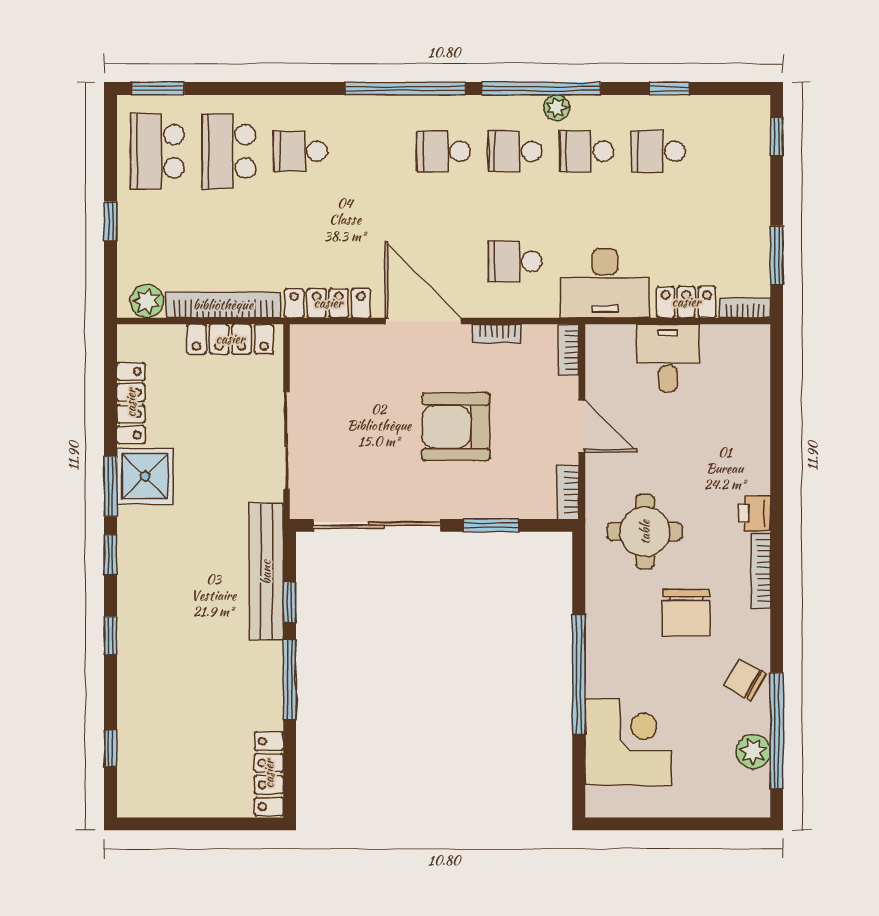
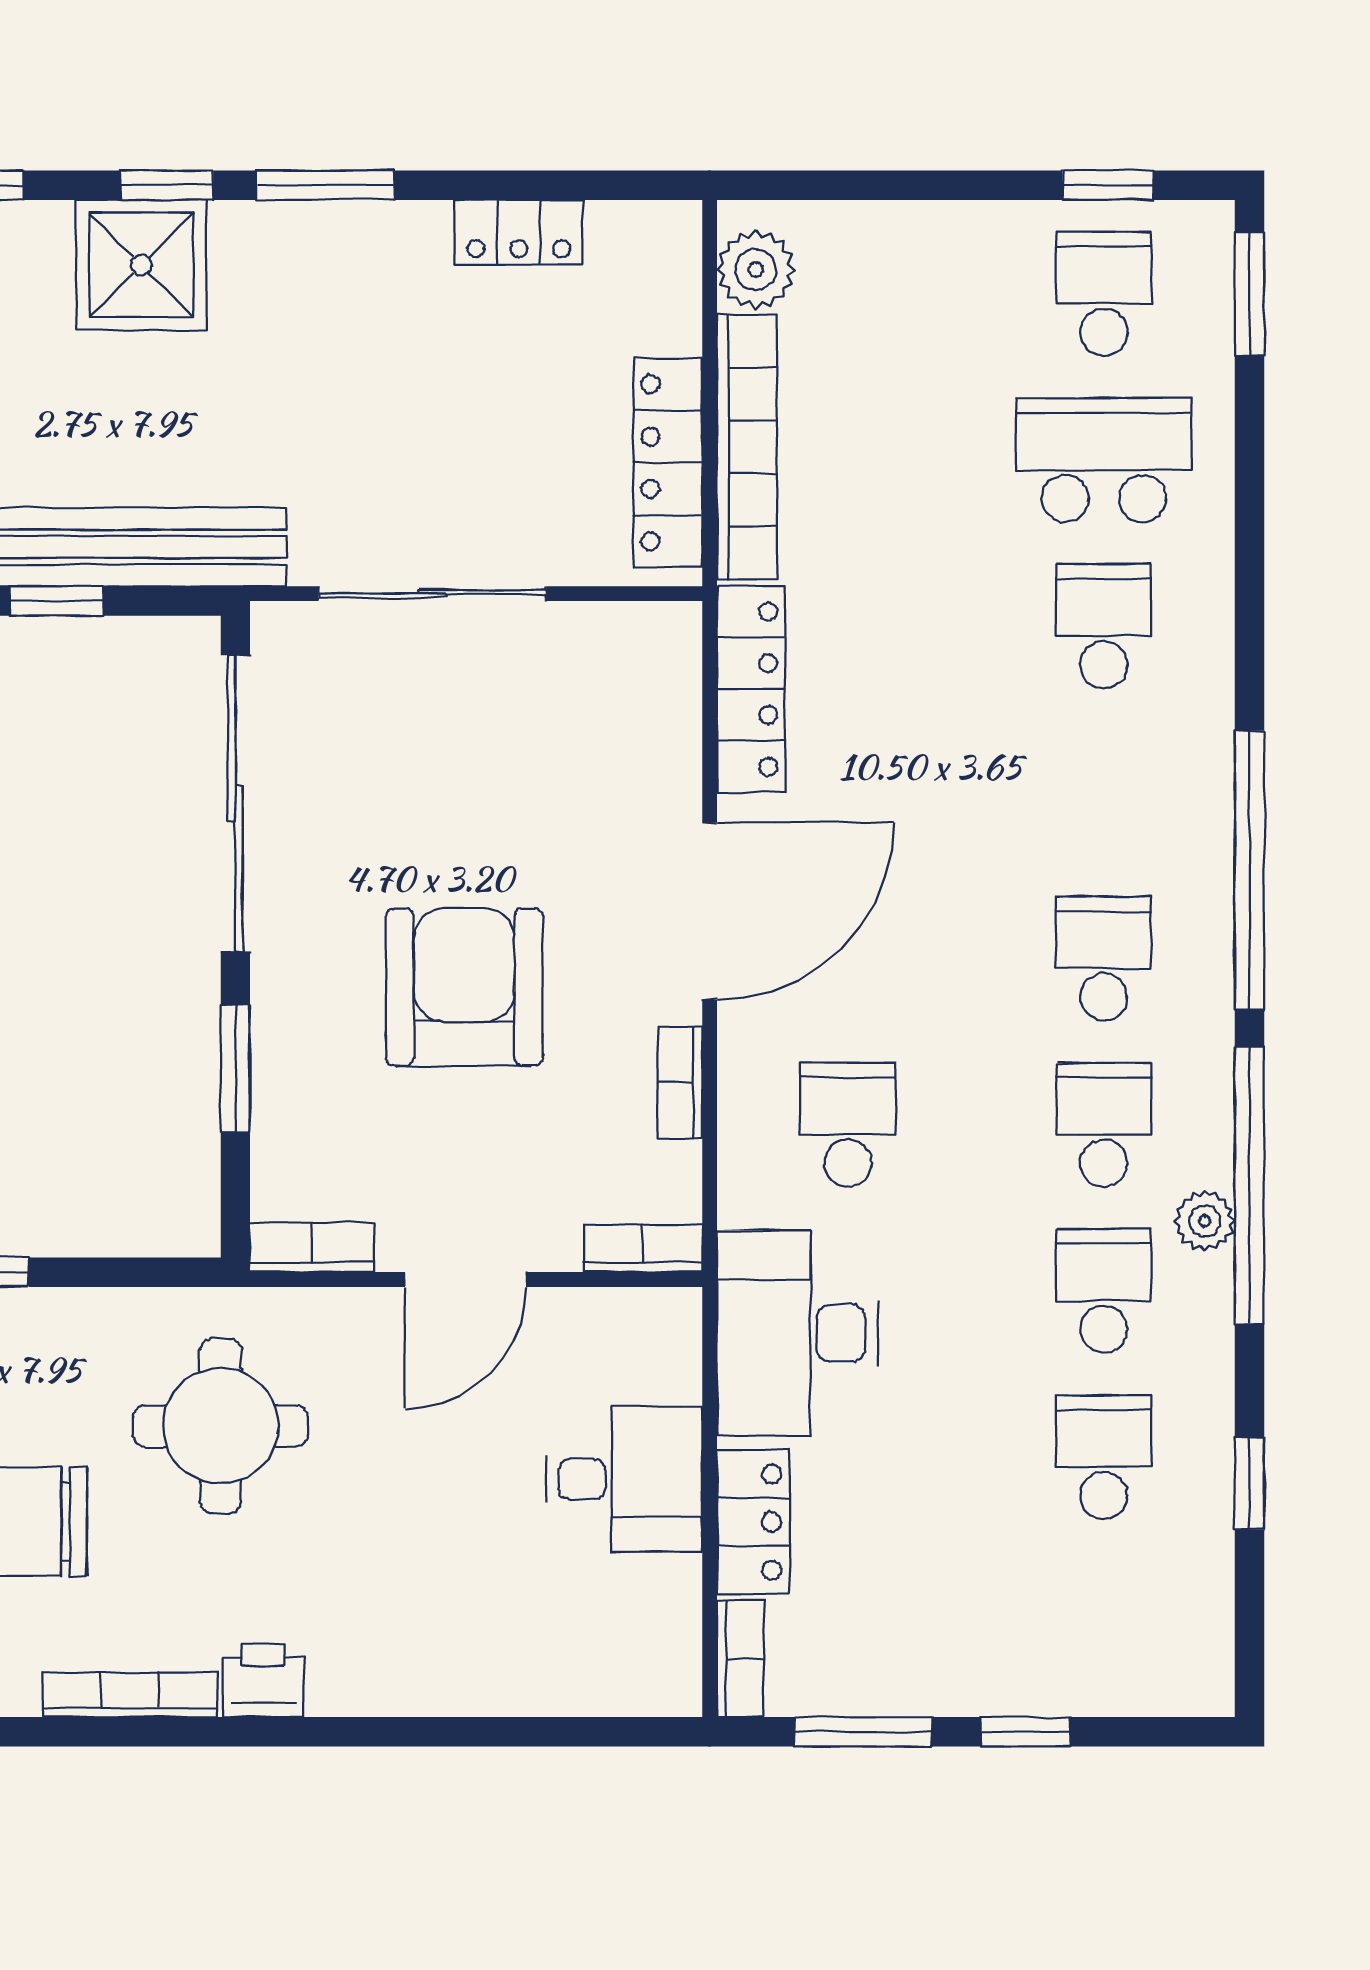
window: (777, 136) -> (1026, 1732), moved
school desk: (157, 151) -> (1104, 294), width x0.54
window: (111, 221) -> (1108, 185), moved
locker: (131, 403) -> (519, 232), width x0.66
shower: (145, 476) -> (141, 265), moved

